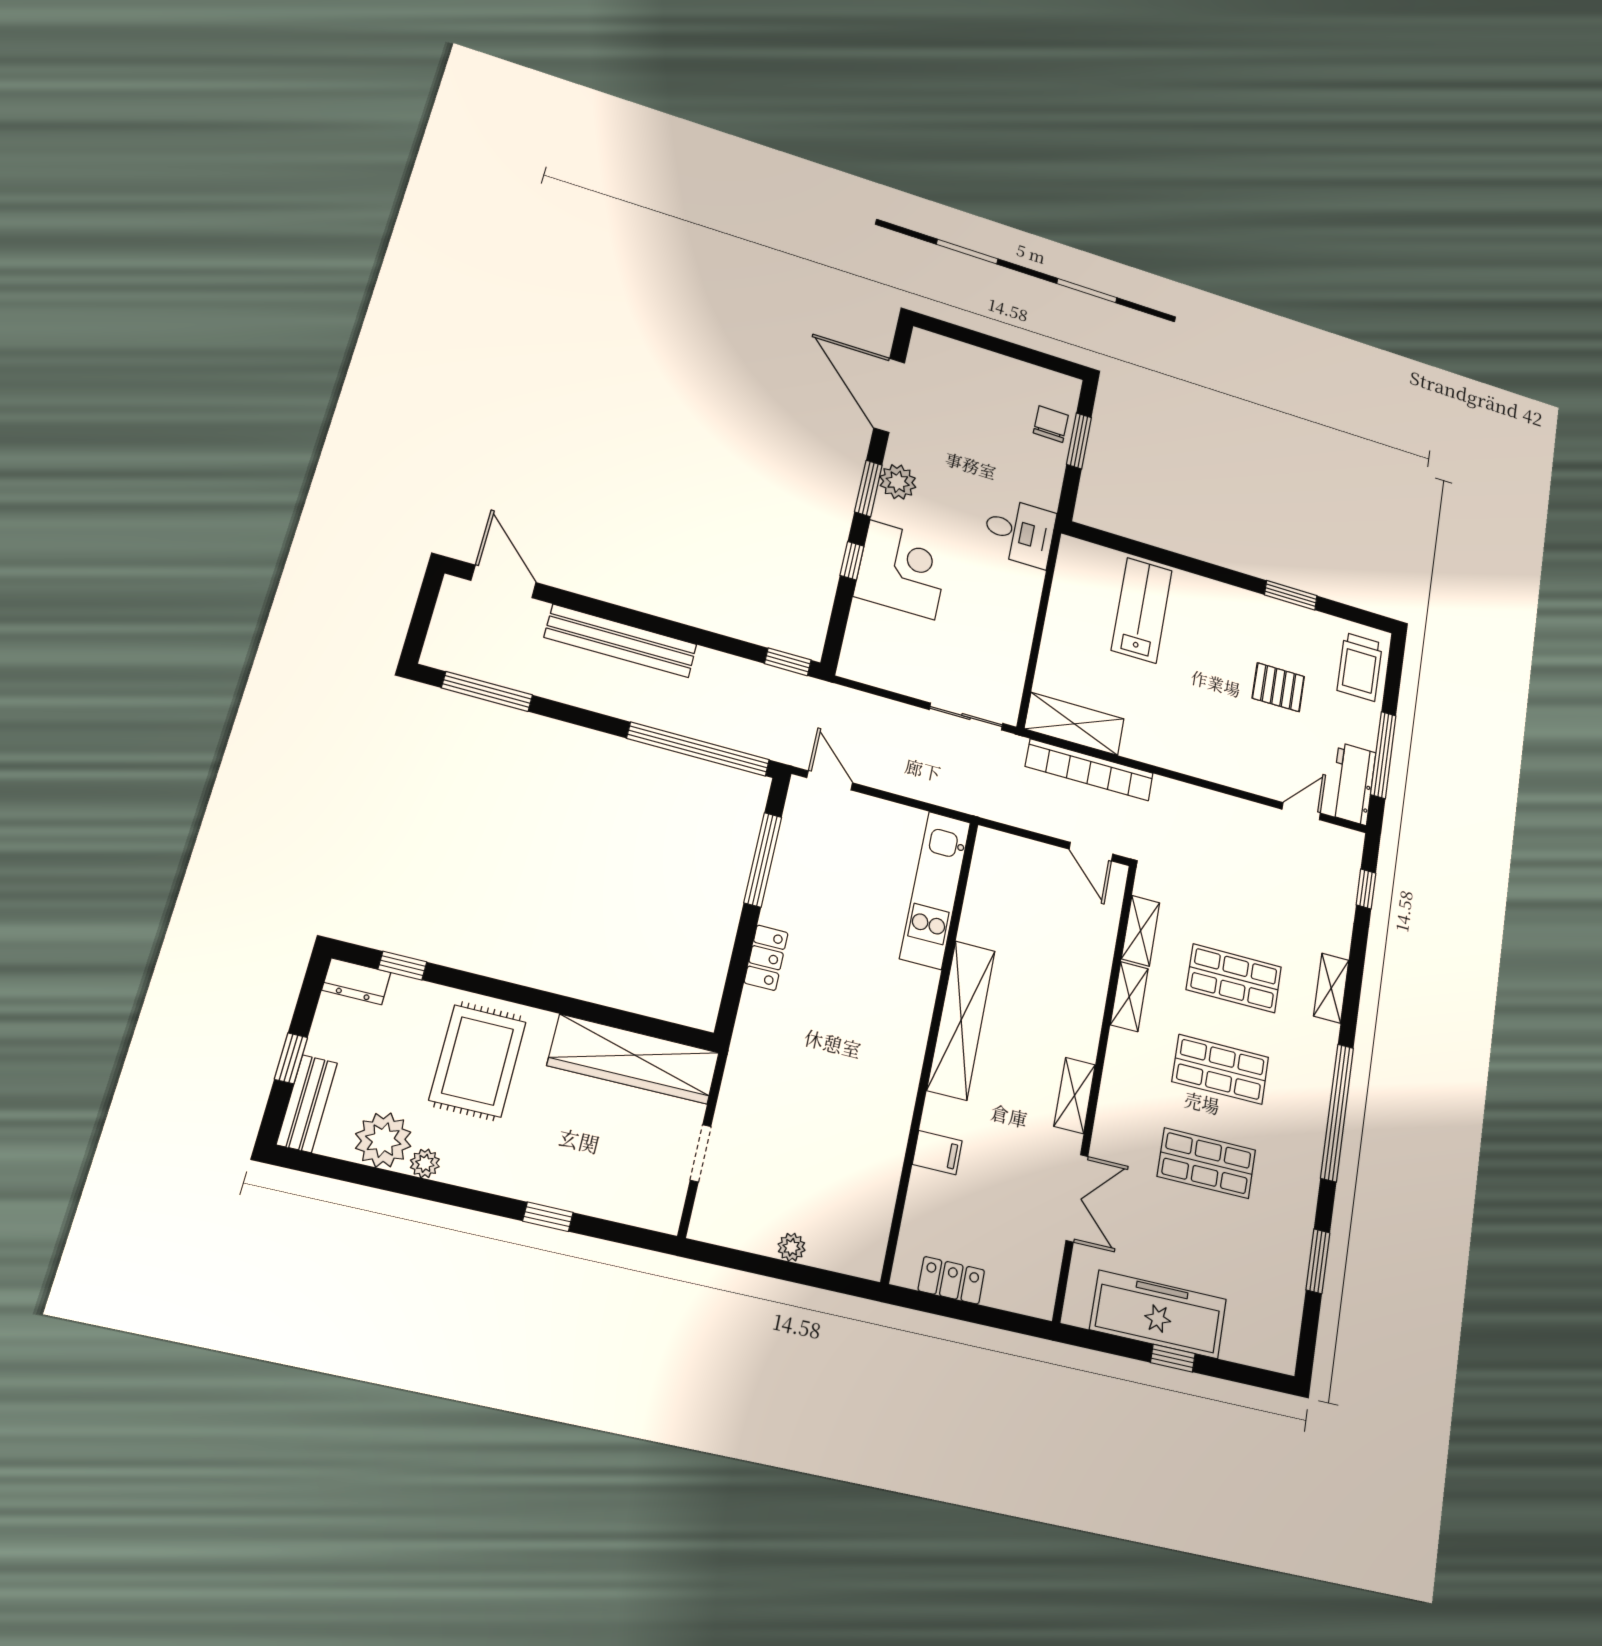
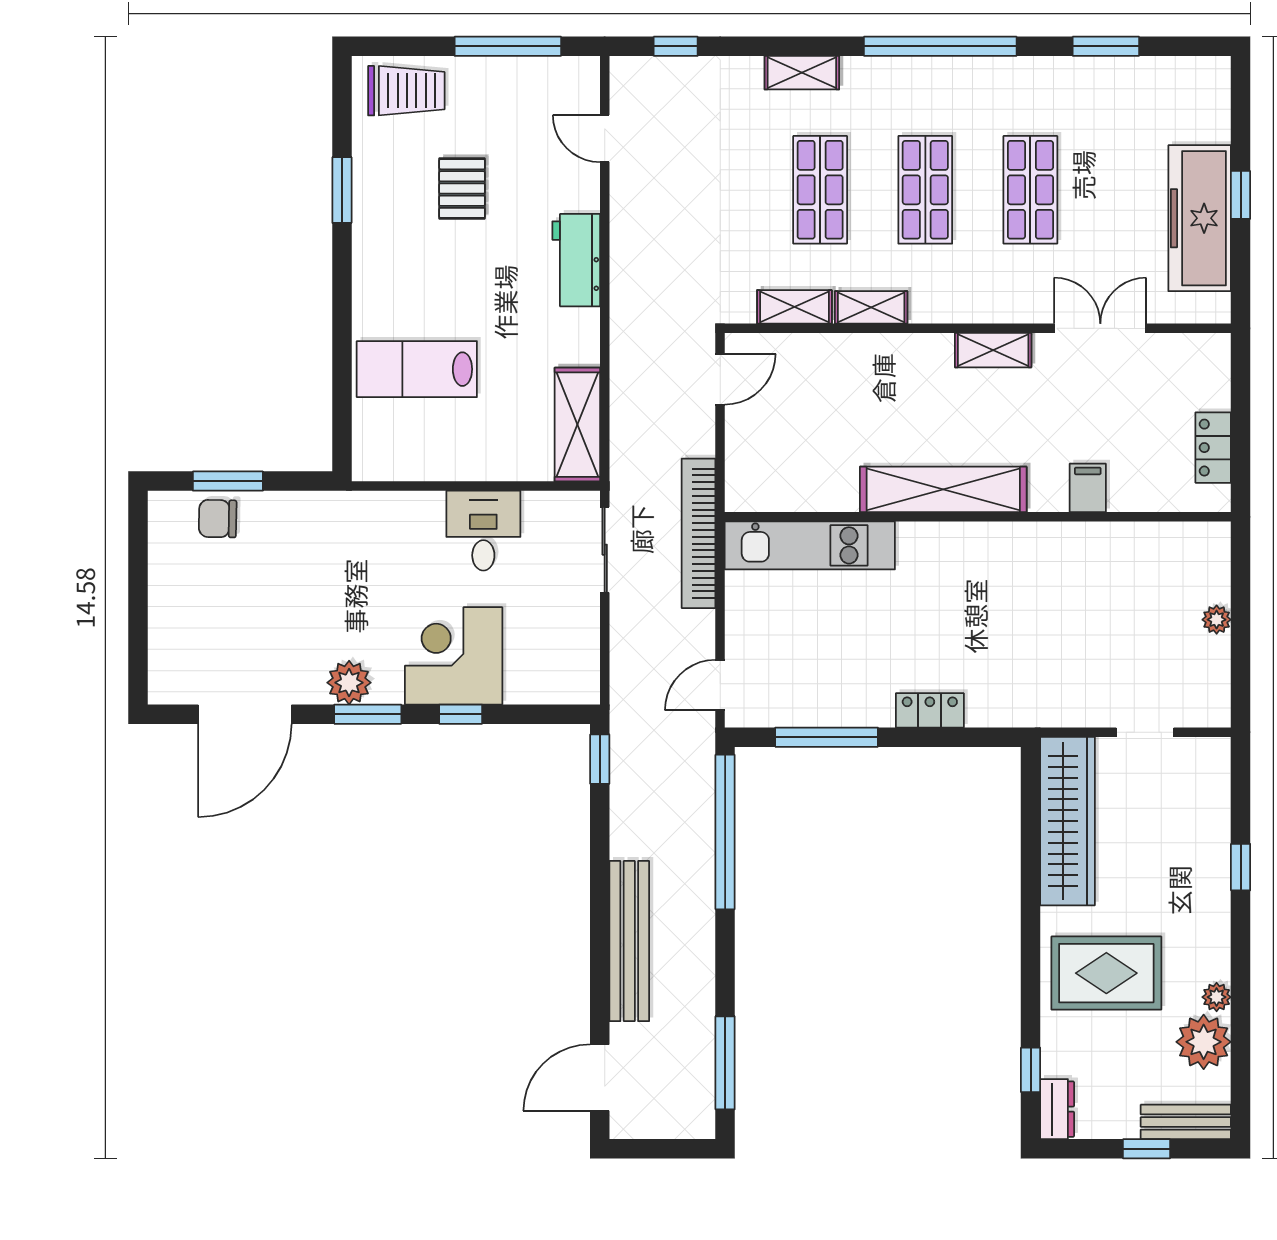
desk: (1019, 532) -> (483, 531), moved
bookcase: (1089, 770) -> (699, 533), moved, turned 180
workbench: (1353, 784) -> (576, 260), moved, turned 90

